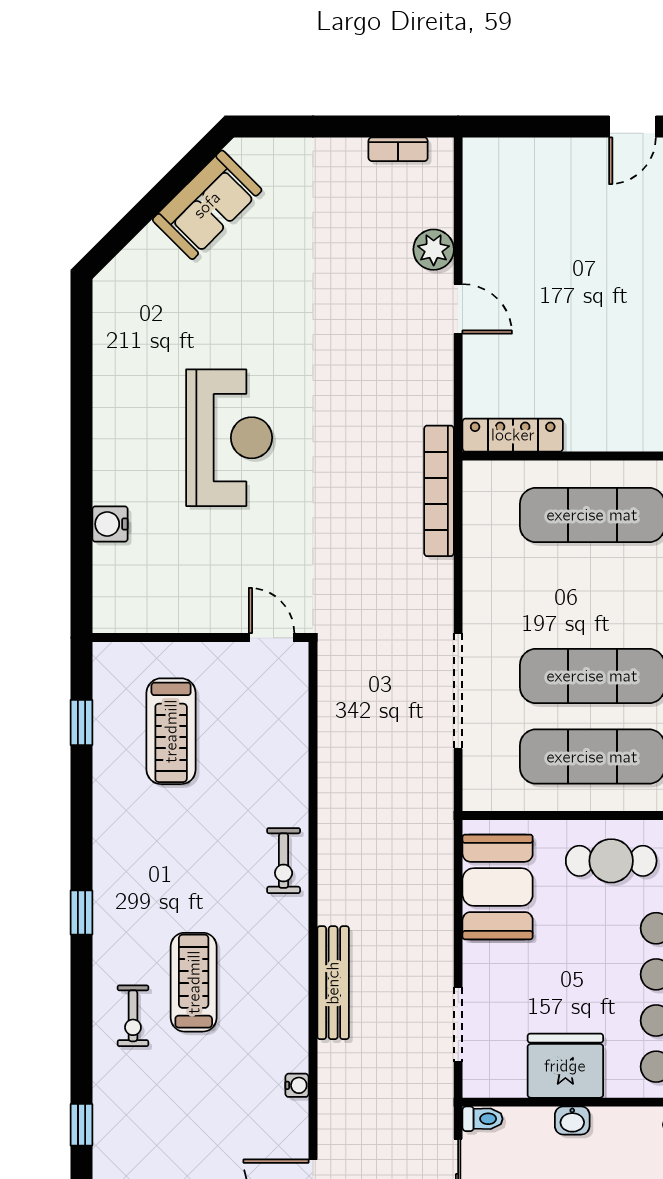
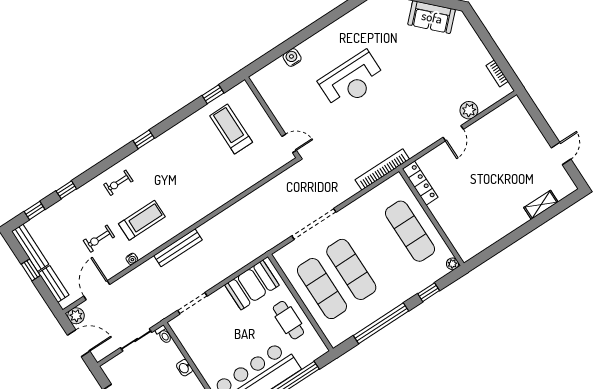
door: (632, 127) -> (561, 153), swing flipped
door: (272, 638) -> (289, 143), hinge flipped
treadmill: (171, 731) -> (231, 129), turned 90
exercise bike: (284, 861) -> (99, 239), moved
treadmill: (194, 982) -> (142, 220), moved
fridge: (565, 1066) -> (203, 352), removed

